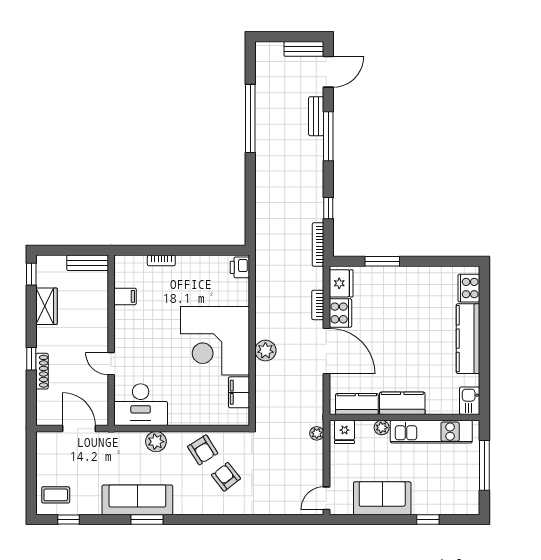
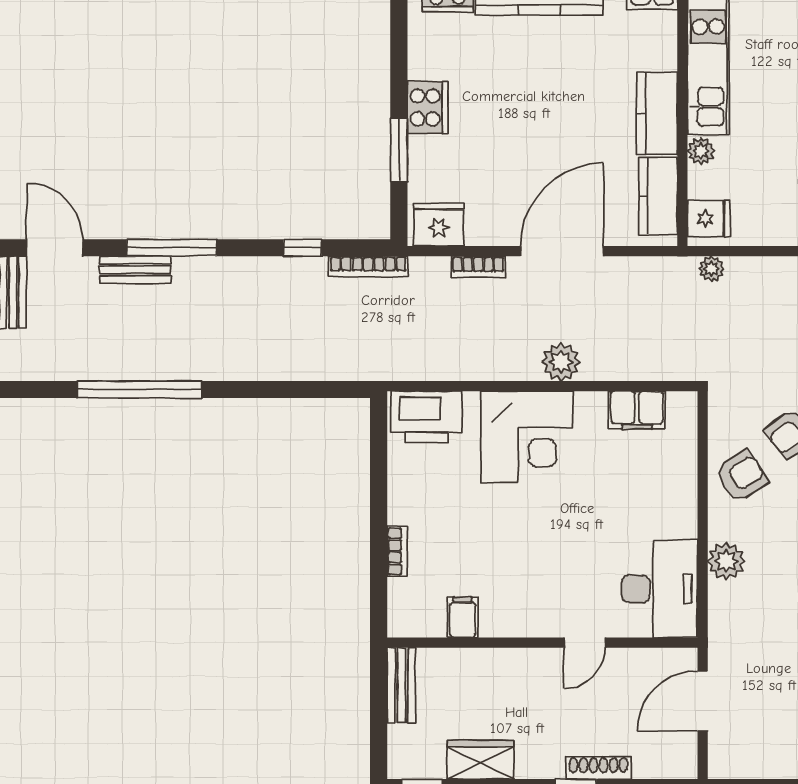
printer: (240, 267) -> (427, 417), width x1.87, depth x1.48
cooker: (340, 313) -> (428, 108), moved, turned 90
corner desk: (215, 341) -> (527, 437), width x0.74, depth x0.74

